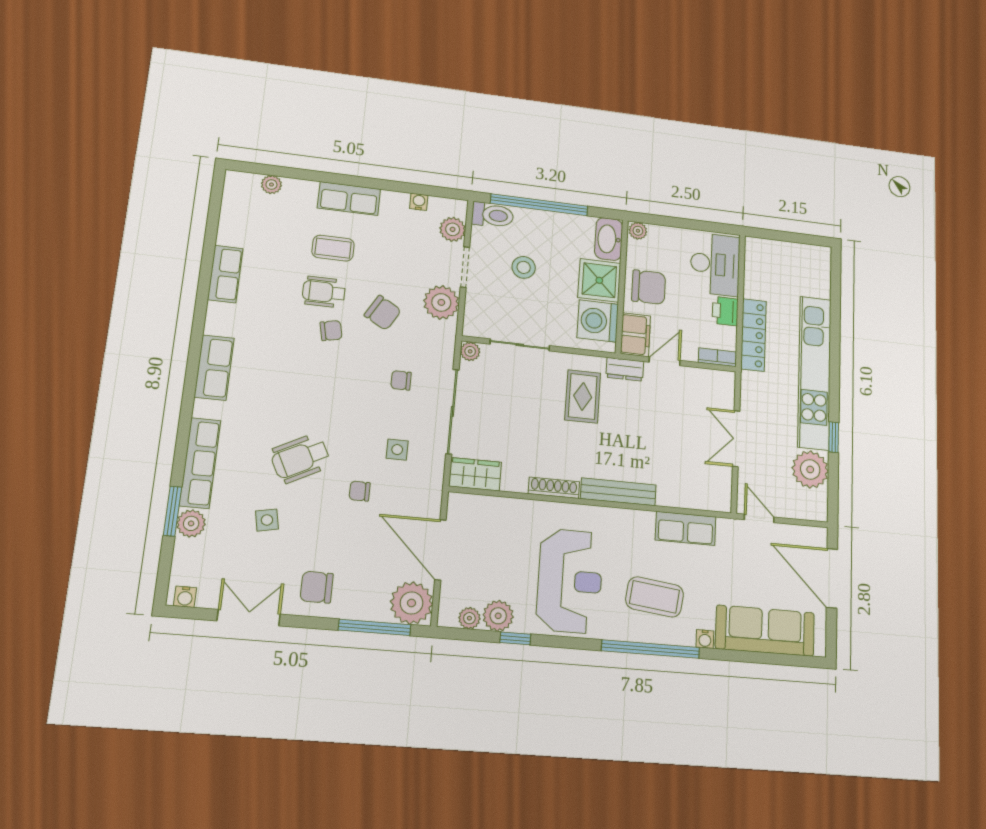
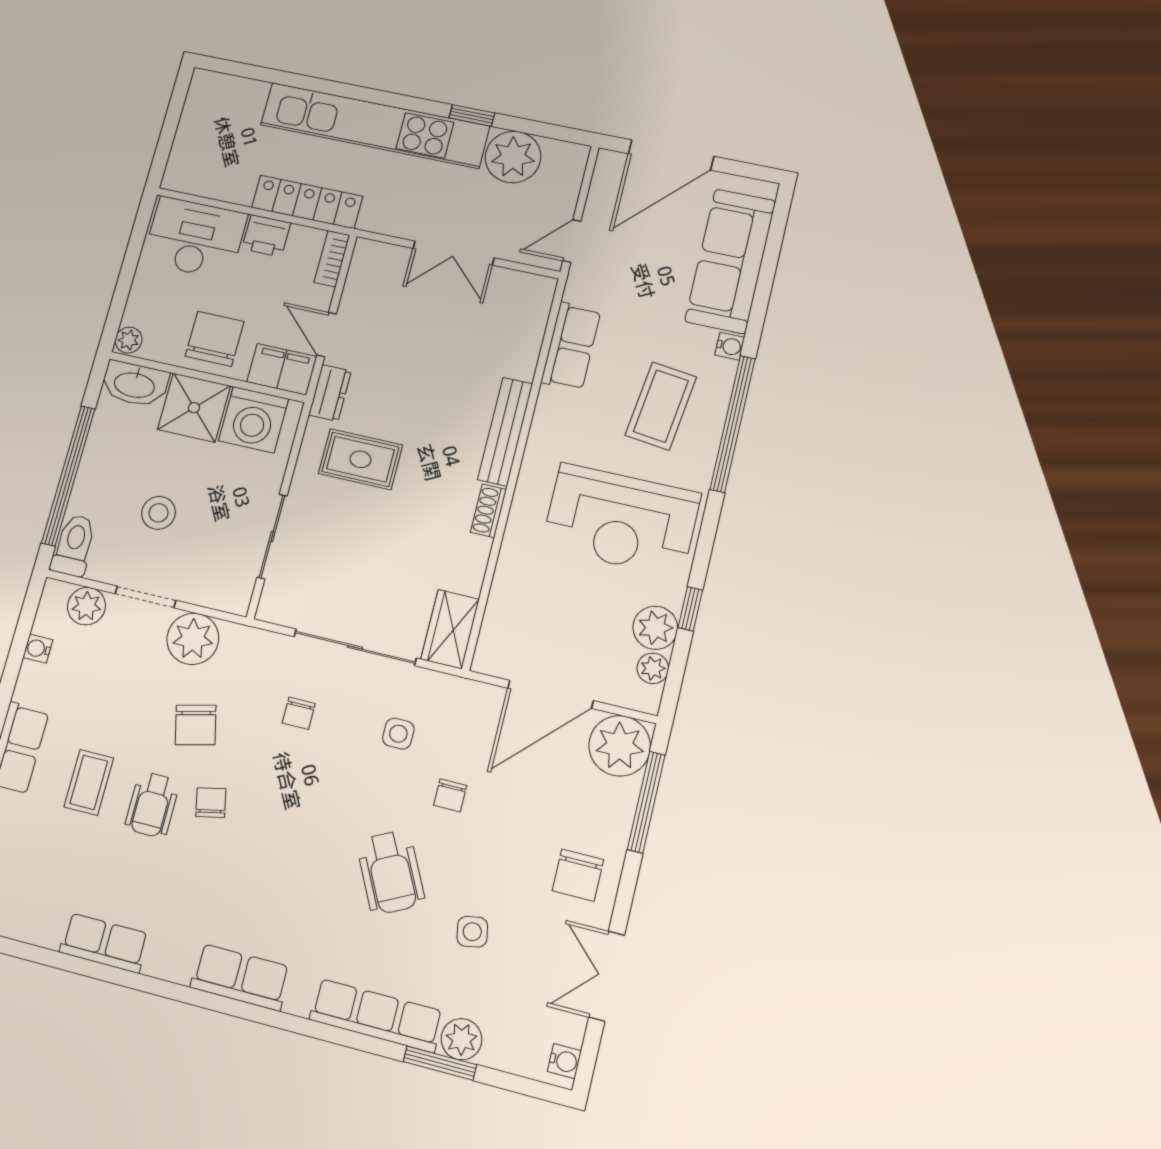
chair: (383, 313) -> (196, 725), turned 136
plant: (470, 351) -> (271, 609), removed
shoe rack: (554, 488) -> (488, 511), width x0.70
reception desk: (570, 581) -> (621, 520), turned 180

